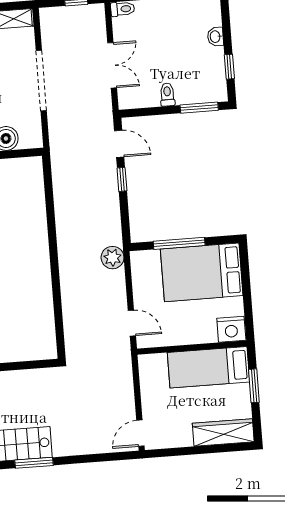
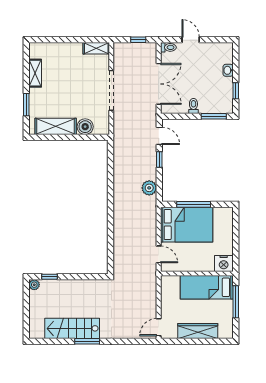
double door: (112, 65) -> (159, 84), width x1.37
plant: (113, 258) -> (149, 188), moved
bed: (202, 272) -> (187, 225), moved, turned 180
window: (254, 386) -> (236, 302), width x1.44
wardrobe: (223, 433) -> (198, 331), moved

